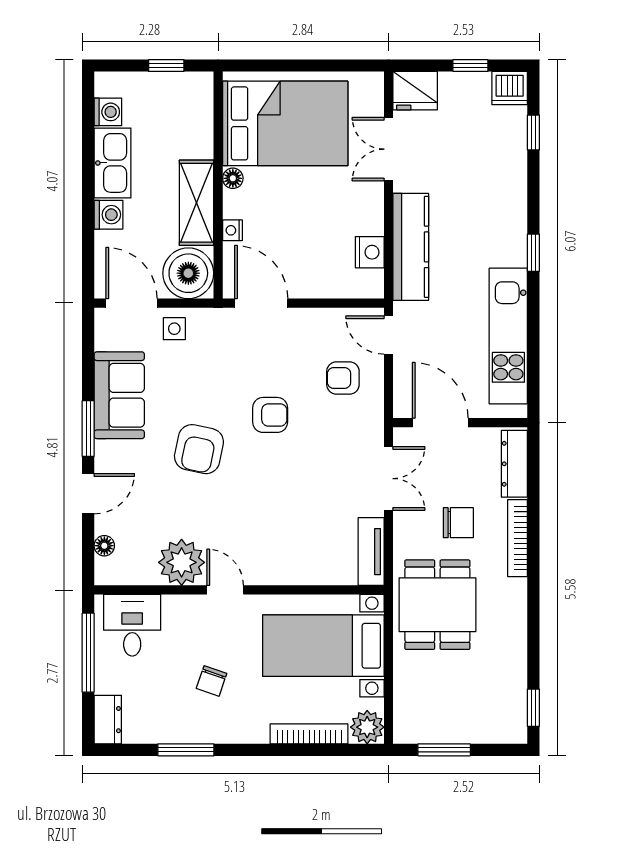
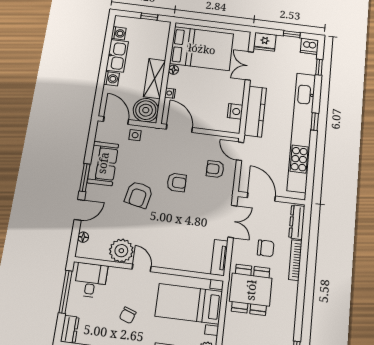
kitchen unit: (508, 336) -> (301, 132), width x1.86

